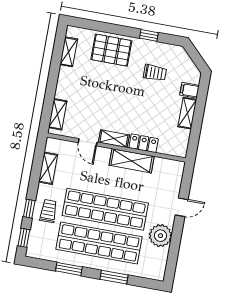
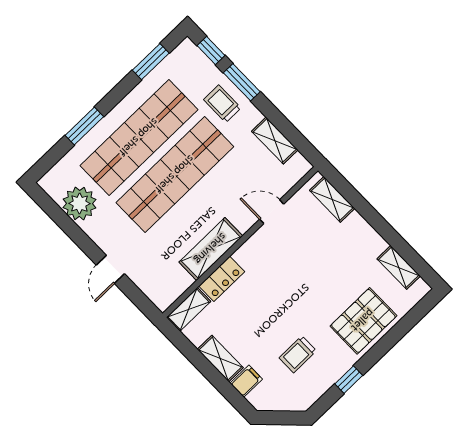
shelving: (114, 139) -> (189, 309), moved
window: (29, 209) -> (242, 82), width x1.50
trolley: (48, 211) -> (222, 104), turned 180
plant: (160, 236) -> (80, 203), moved
window: (69, 269) -> (151, 62), moved

